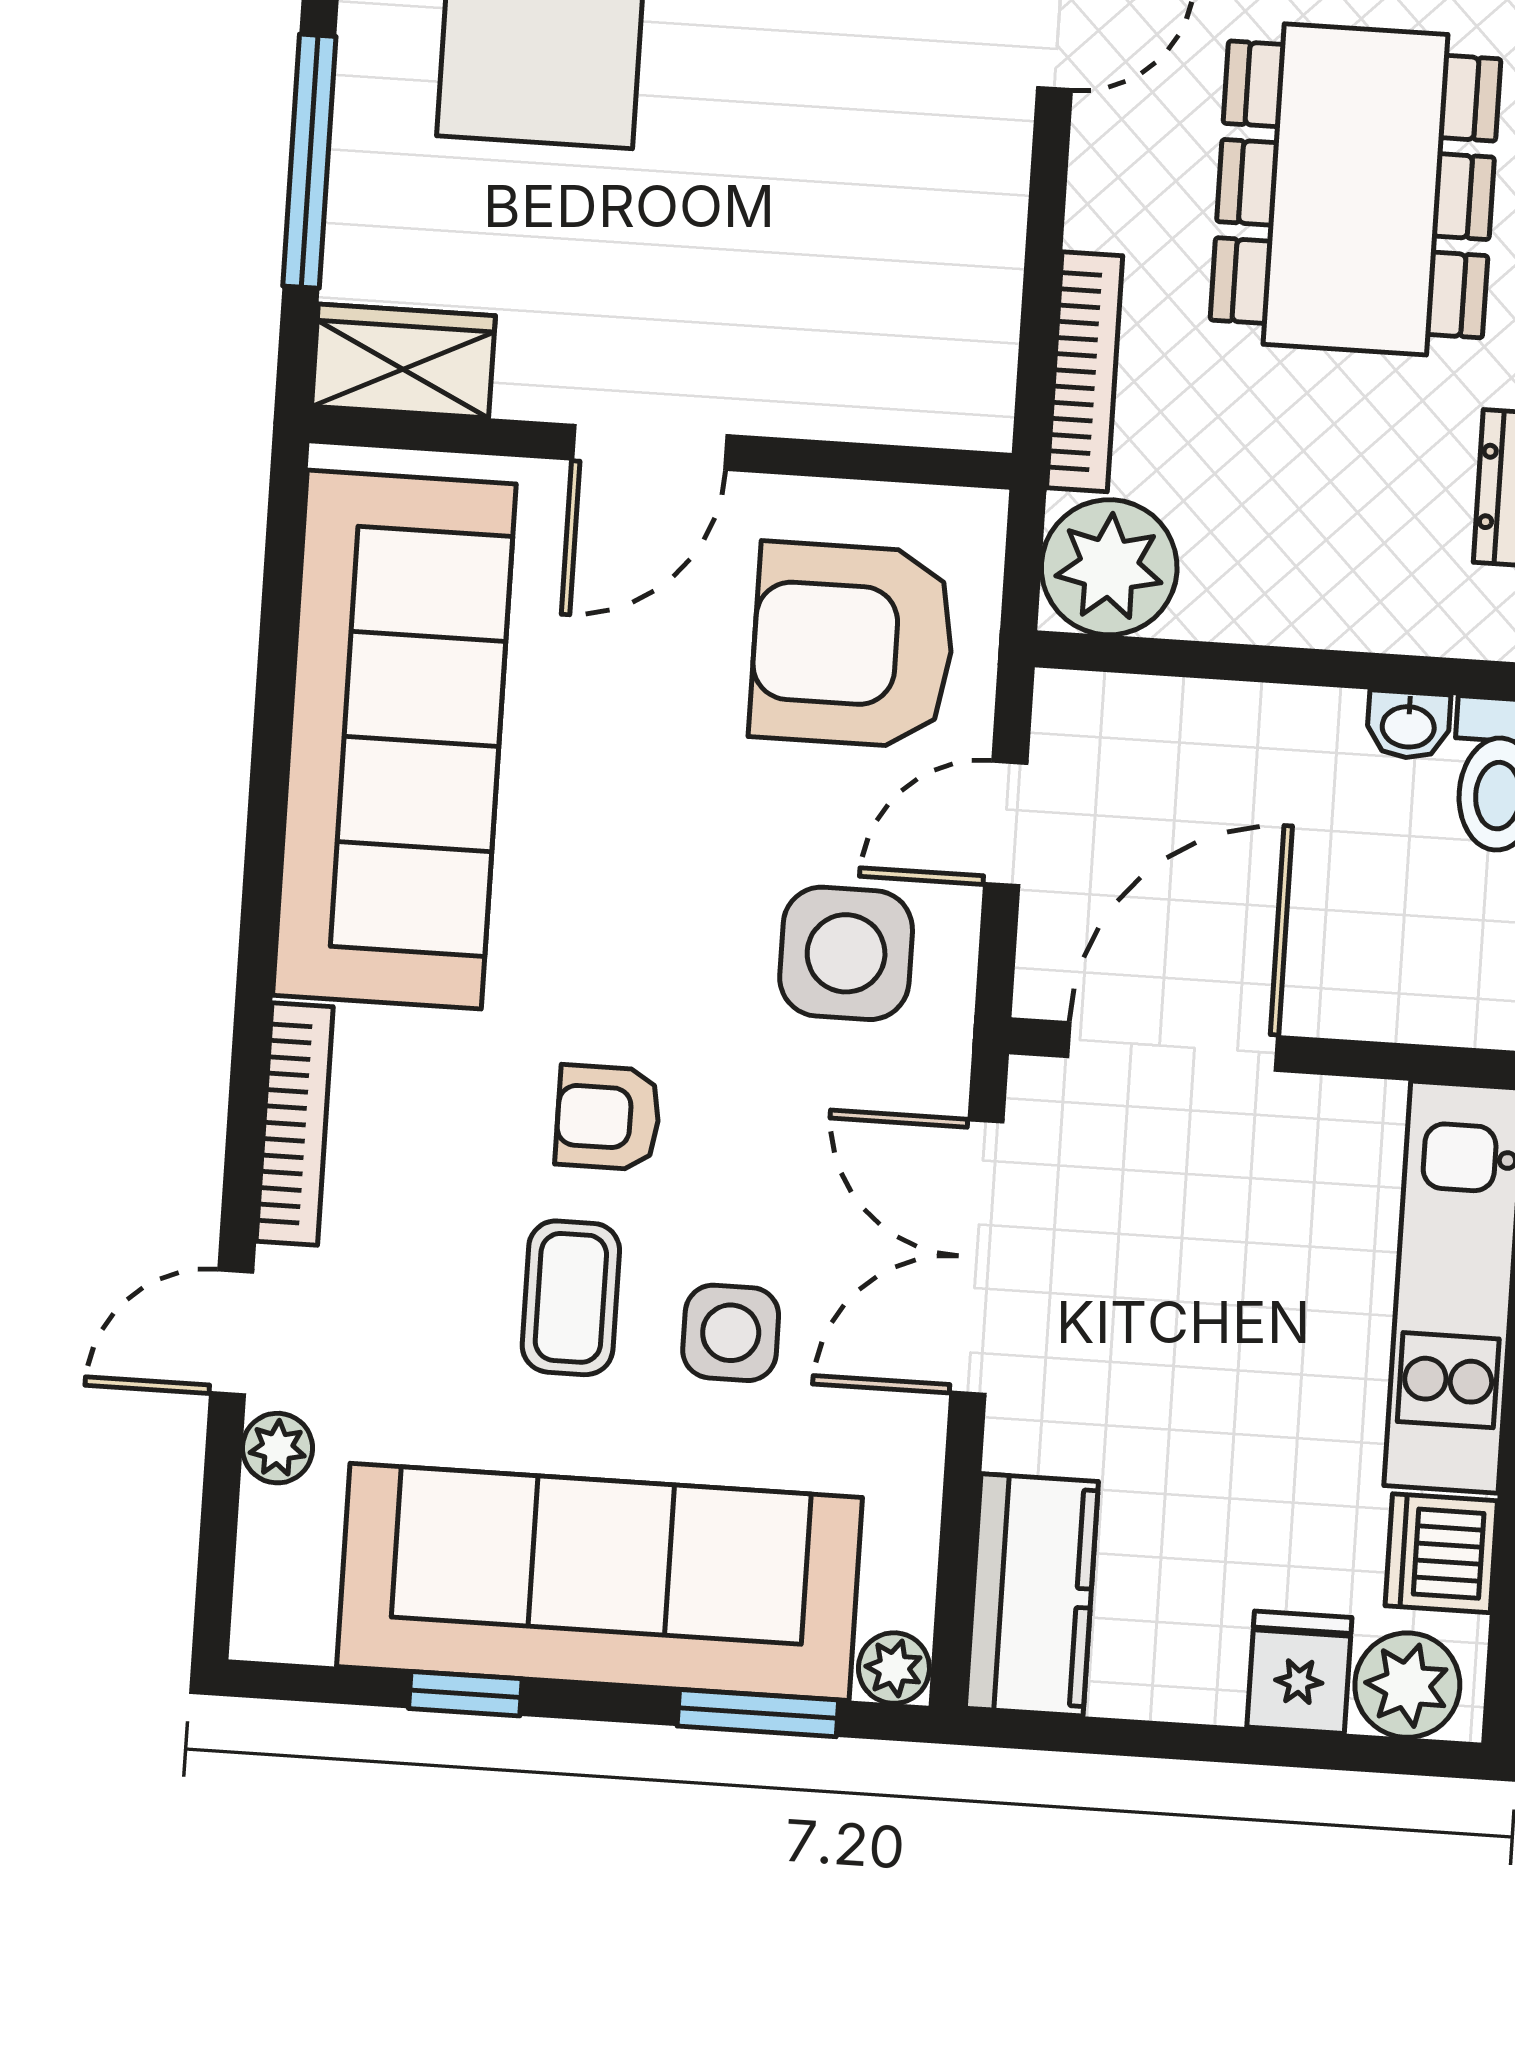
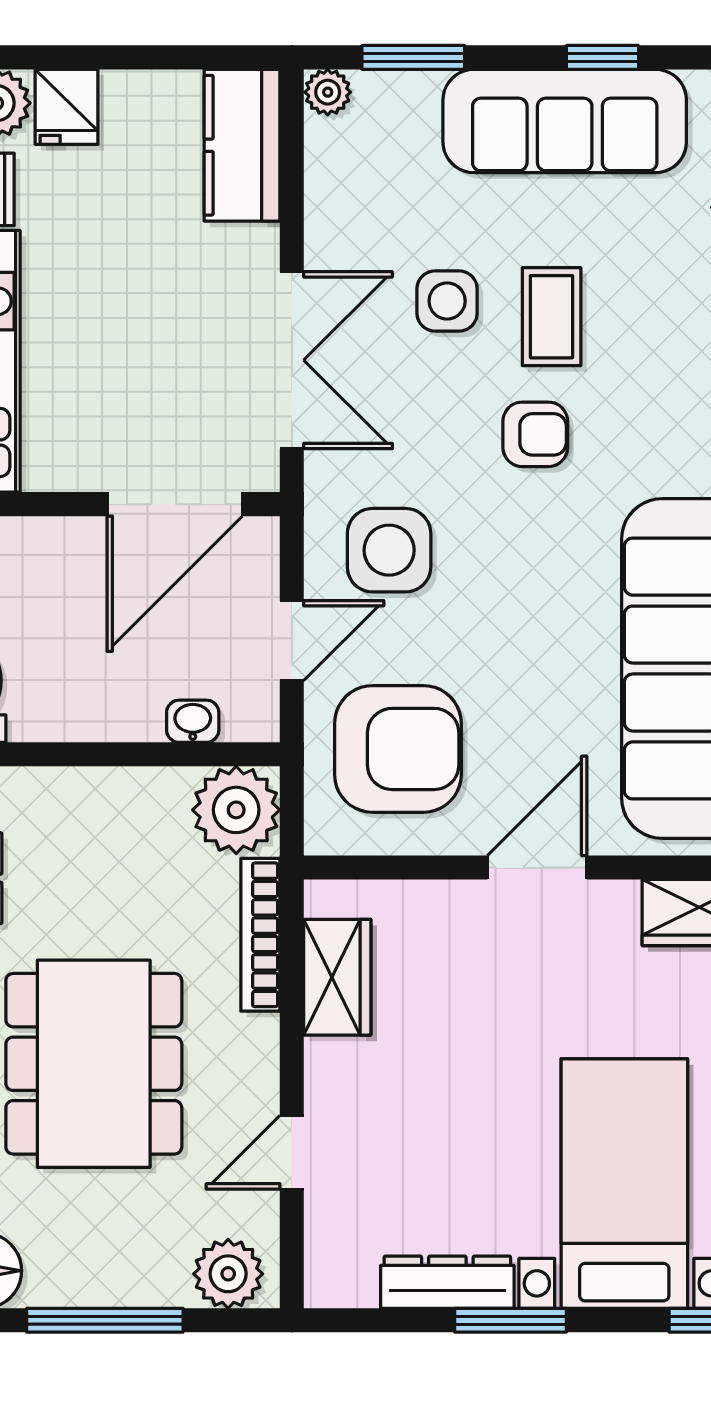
wardrobe: (970, 298) -> (337, 977), added
washbasin: (1408, 725) -> (193, 721), moved
sofa: (600, 1582) -> (565, 121), width x0.74, depth x0.79

